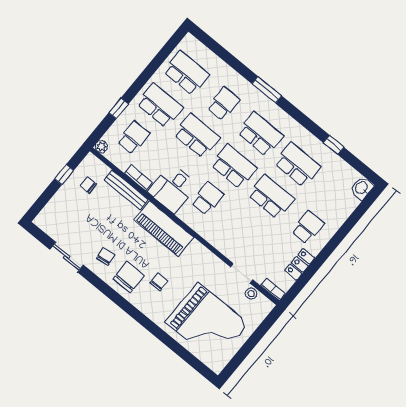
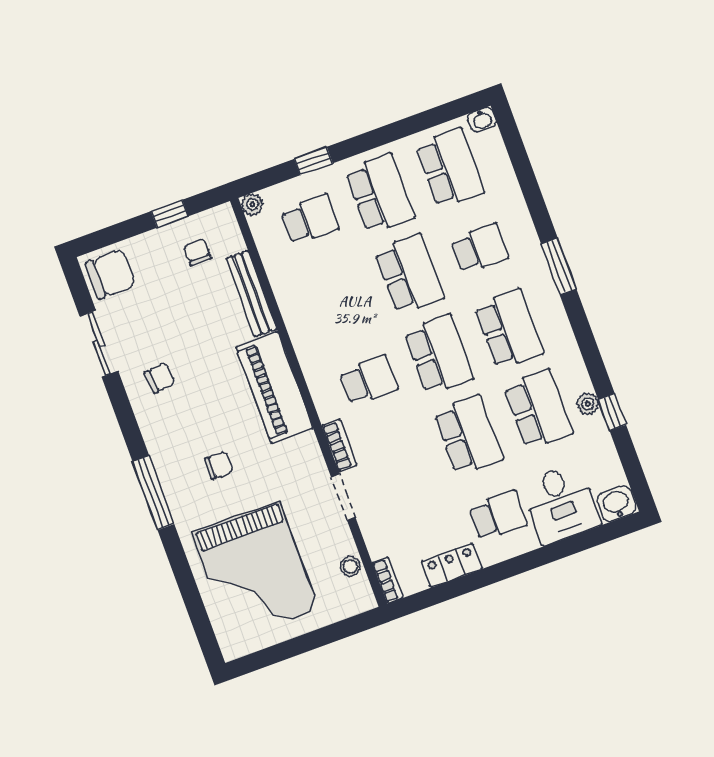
washbasin: (188, 41) -> (482, 120), added
plant: (320, 148) -> (588, 404), added
bookcase: (139, 178) -> (339, 445), moved
desk: (173, 188) -> (561, 504), moved, turned -90
doorway: (242, 273) -> (343, 497), moved
chair: (129, 277) -> (111, 274), moved
window: (135, 314) -> (153, 493), added

